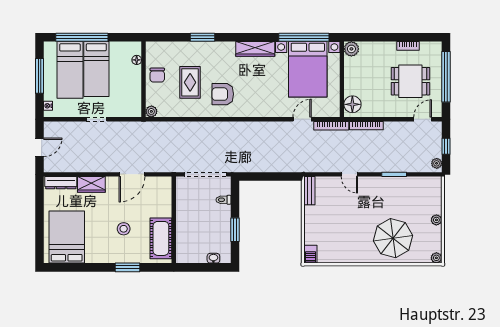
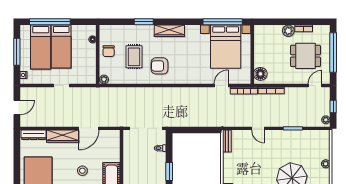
wardrobe: (255, 49) -> (169, 31), moved
plant: (351, 49) -> (288, 31), moved
wardrobe: (91, 184) -> (63, 136), width x1.50

